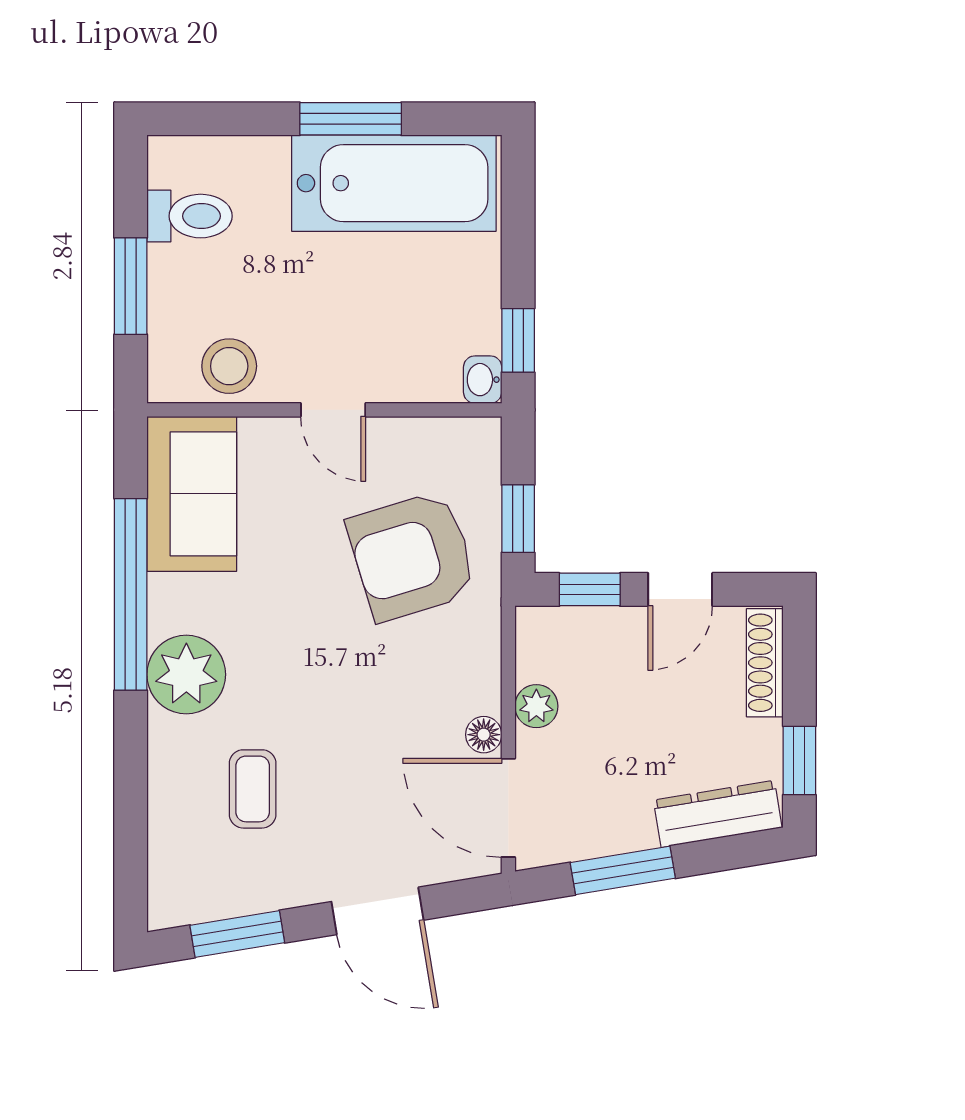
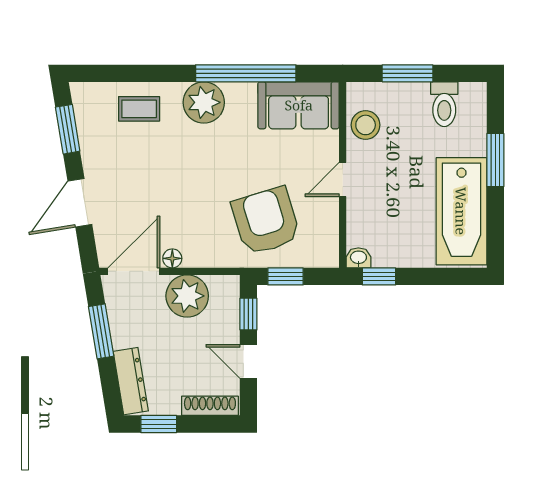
window: (351, 119) -> (495, 160), moved
plant: (536, 706) -> (187, 296), width x1.87, depth x1.87
coffee table: (253, 789) -> (139, 109), moved

